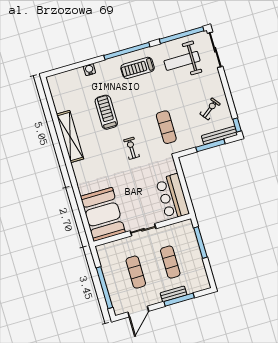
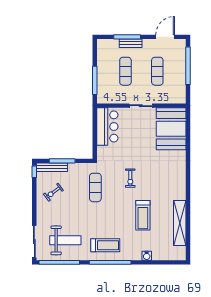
shelving: (70, 137) -> (180, 223), moved

